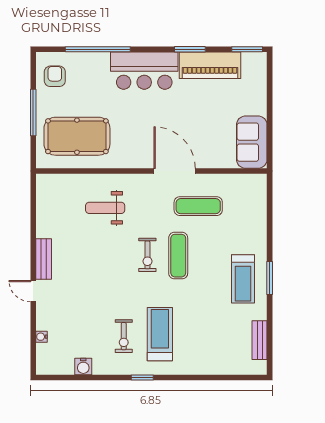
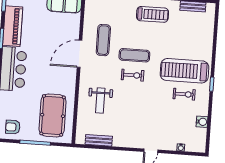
bench: (44, 259) -> (99, 140), moved
treadmill: (160, 334) -> (184, 71), width x1.37, depth x1.38

